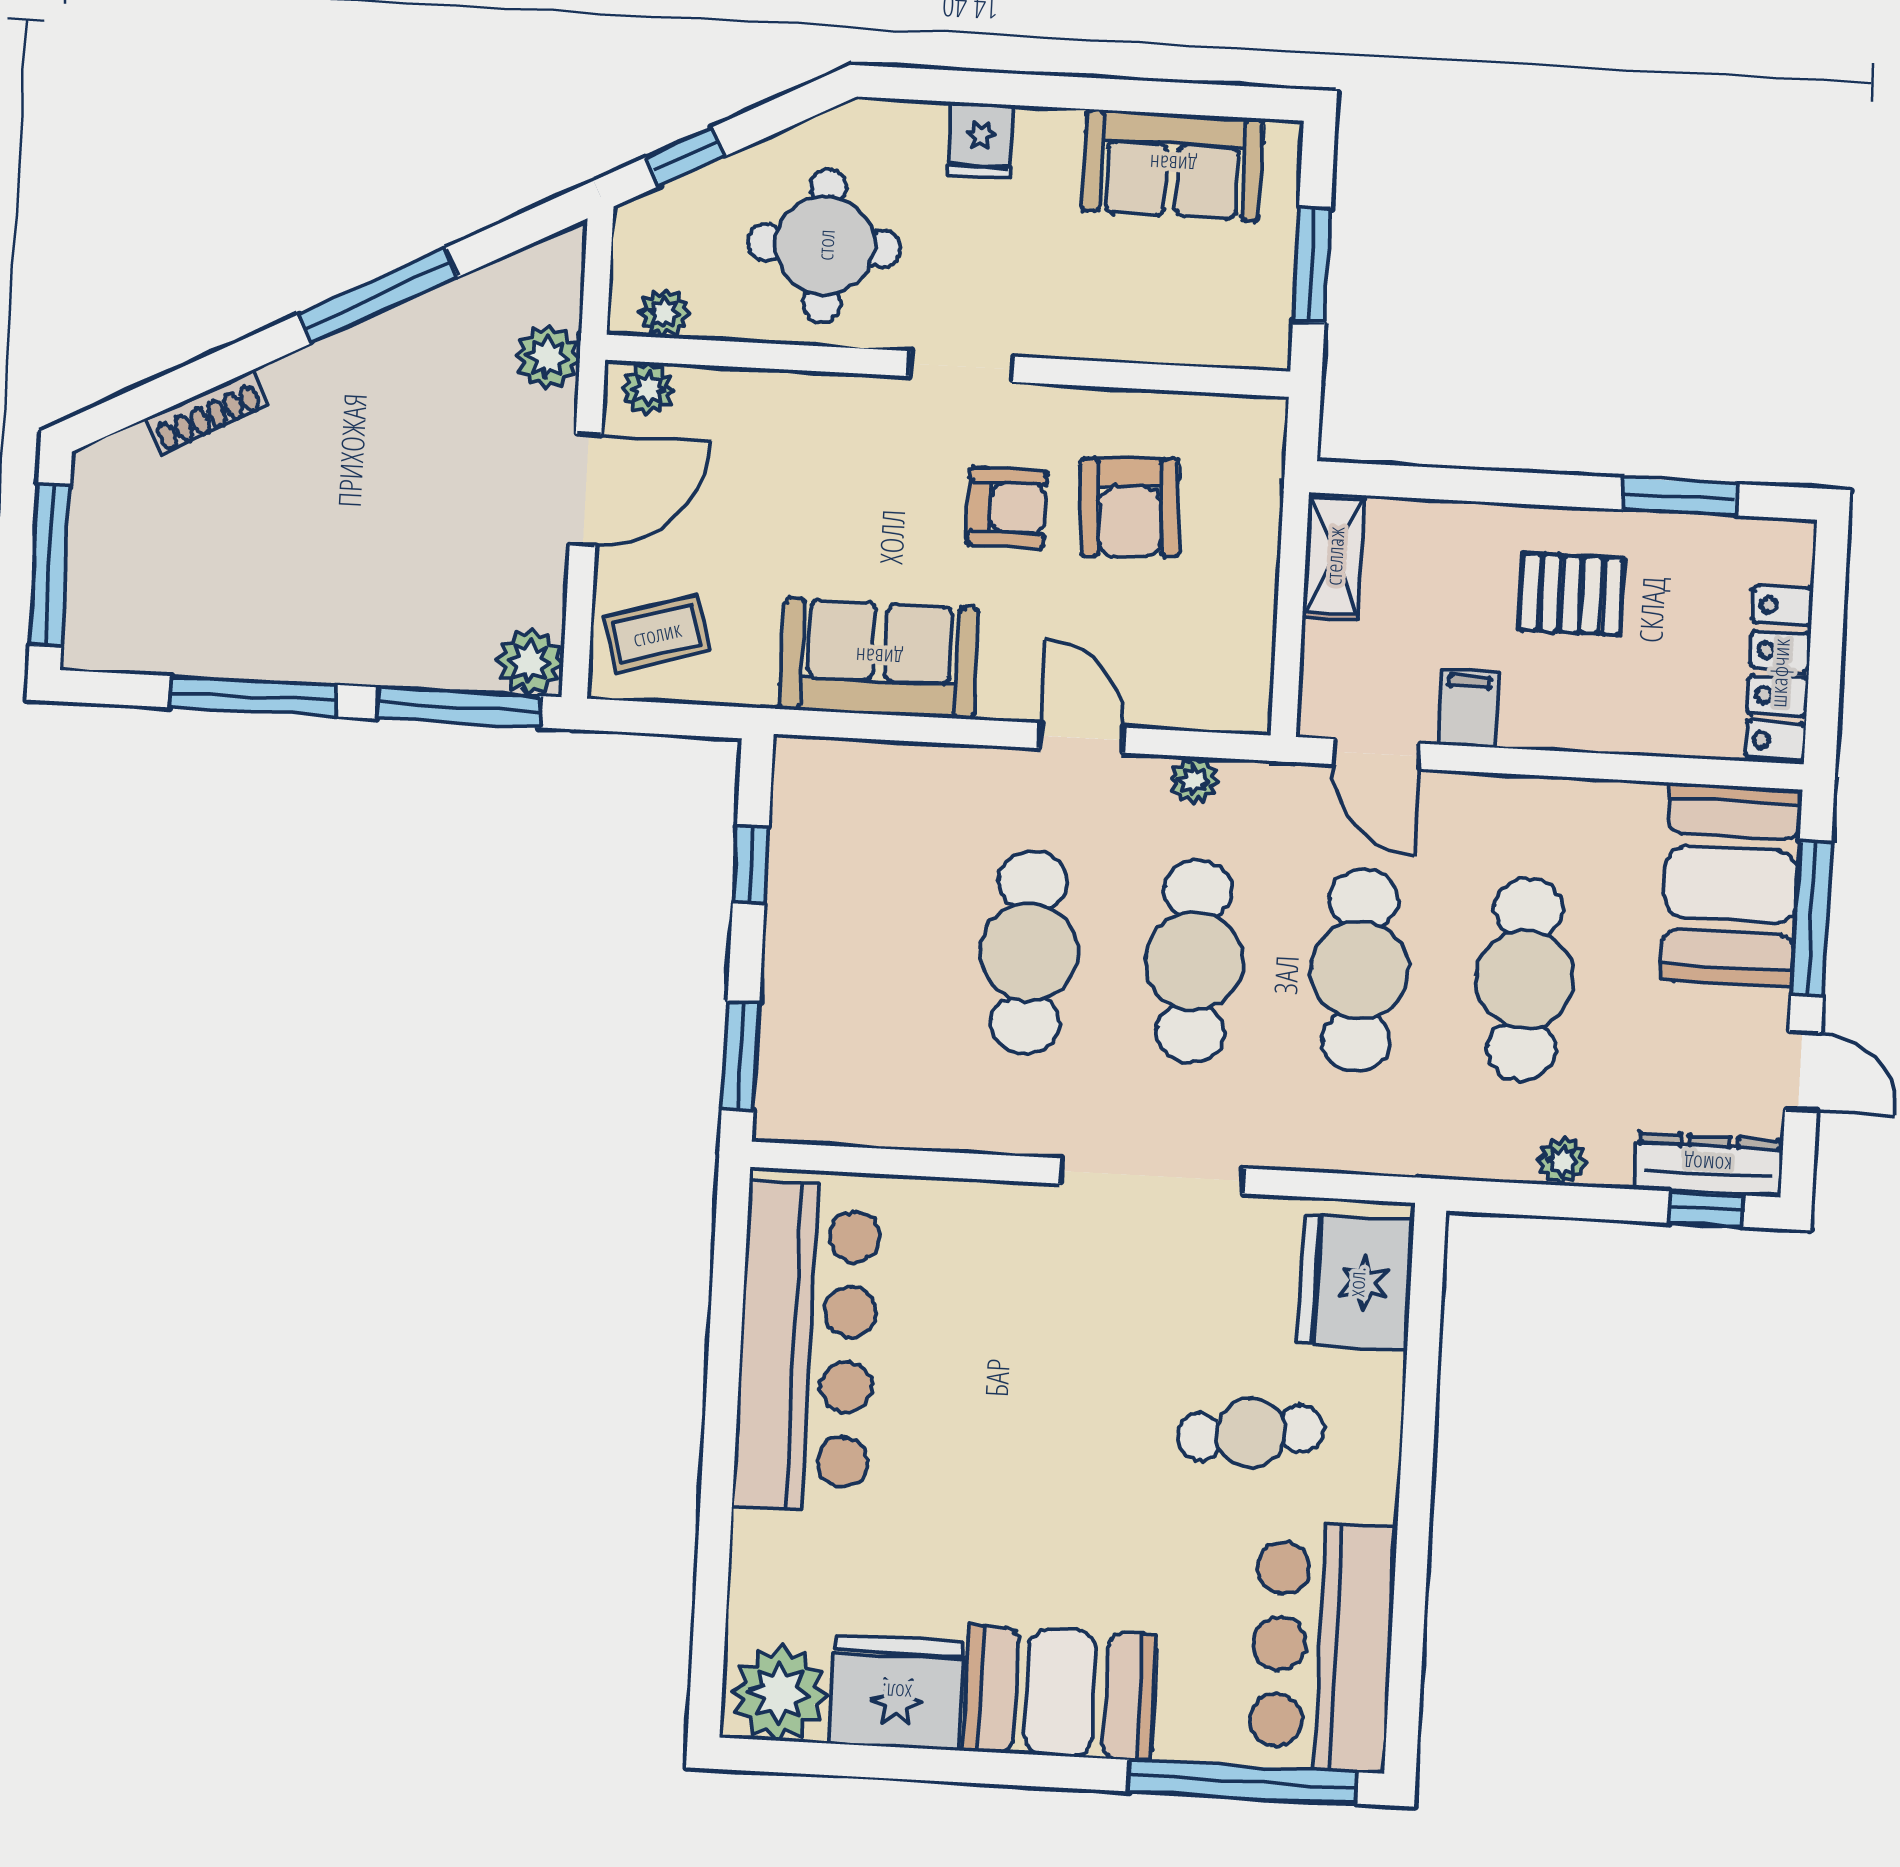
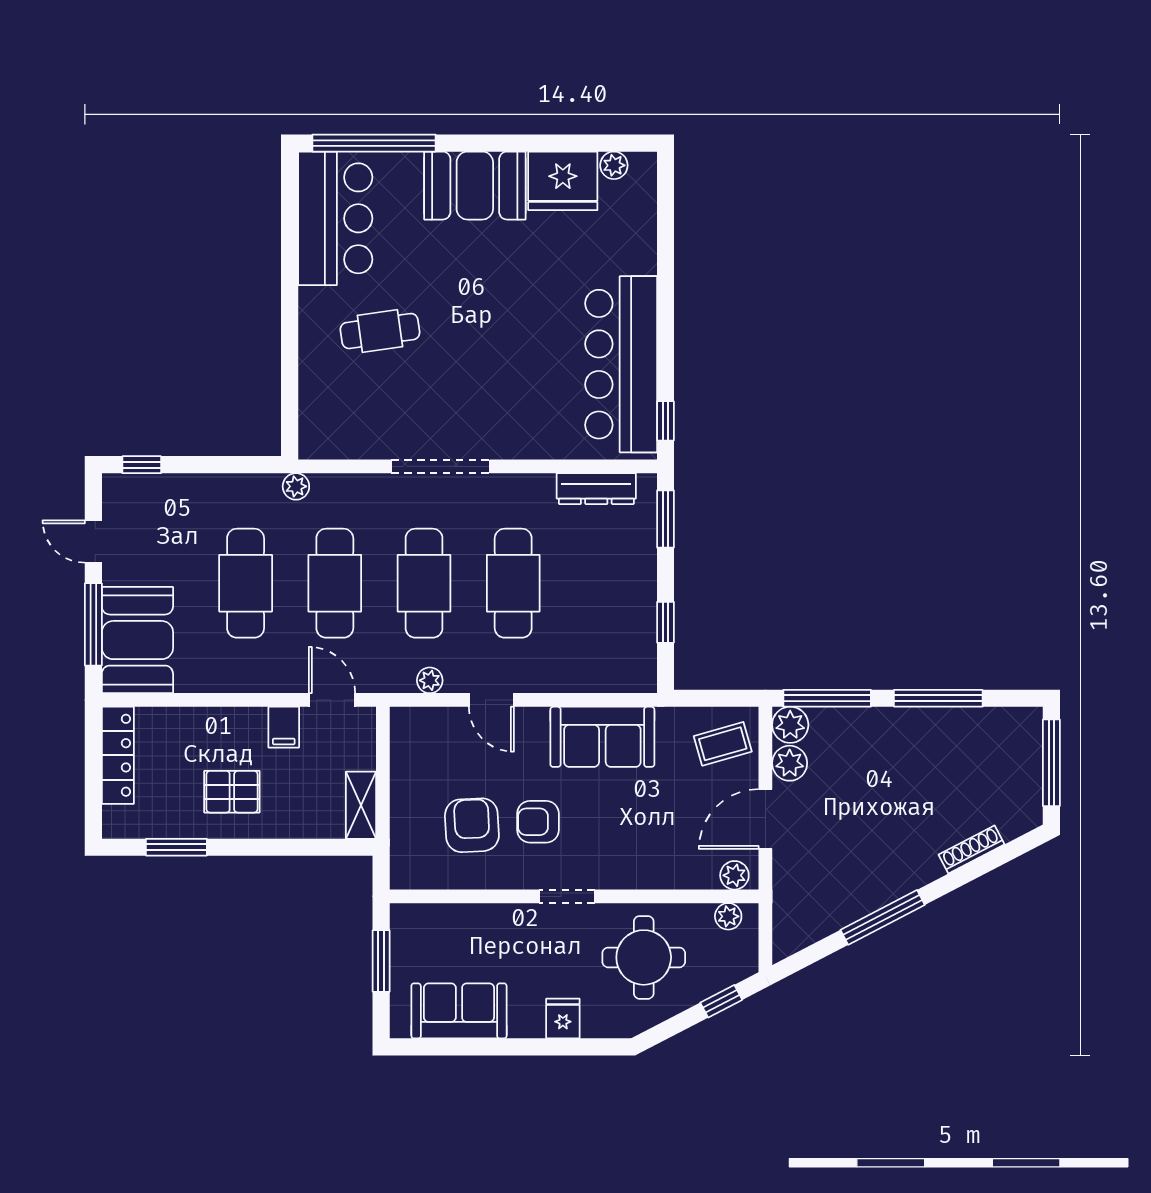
plant: (548, 357) -> (790, 763), moved
plant: (1562, 1161) -> (296, 486), moved
dresser: (1708, 1165) -> (596, 489), moved
window: (731, 1238) -> (665, 421), added
fridge: (1356, 1282) -> (328, 415), removed
plant: (779, 1693) -> (614, 165), width x0.53, depth x0.53

